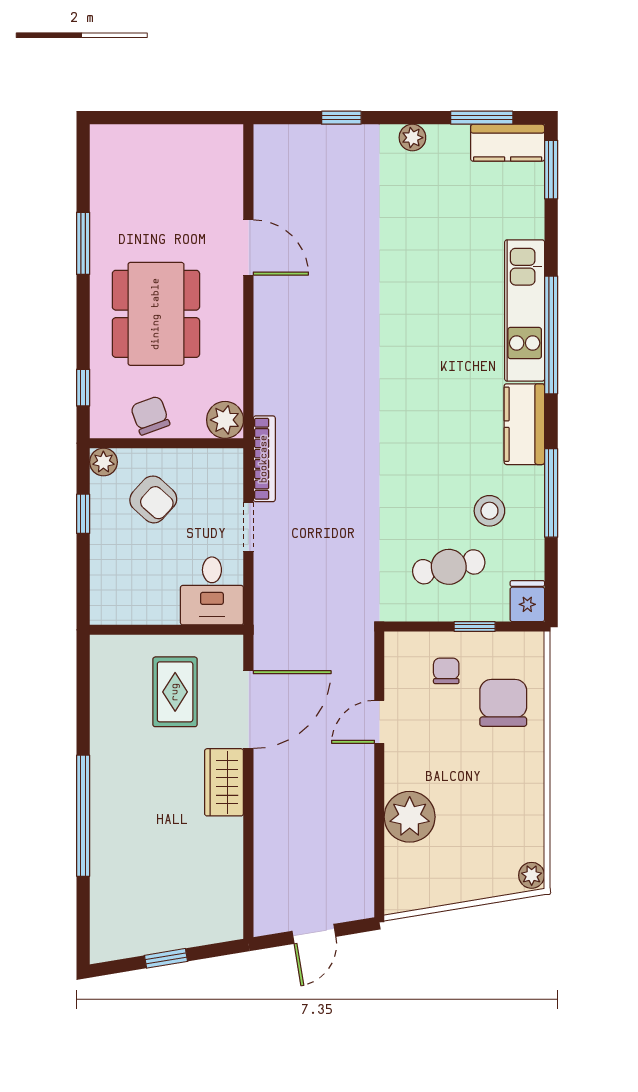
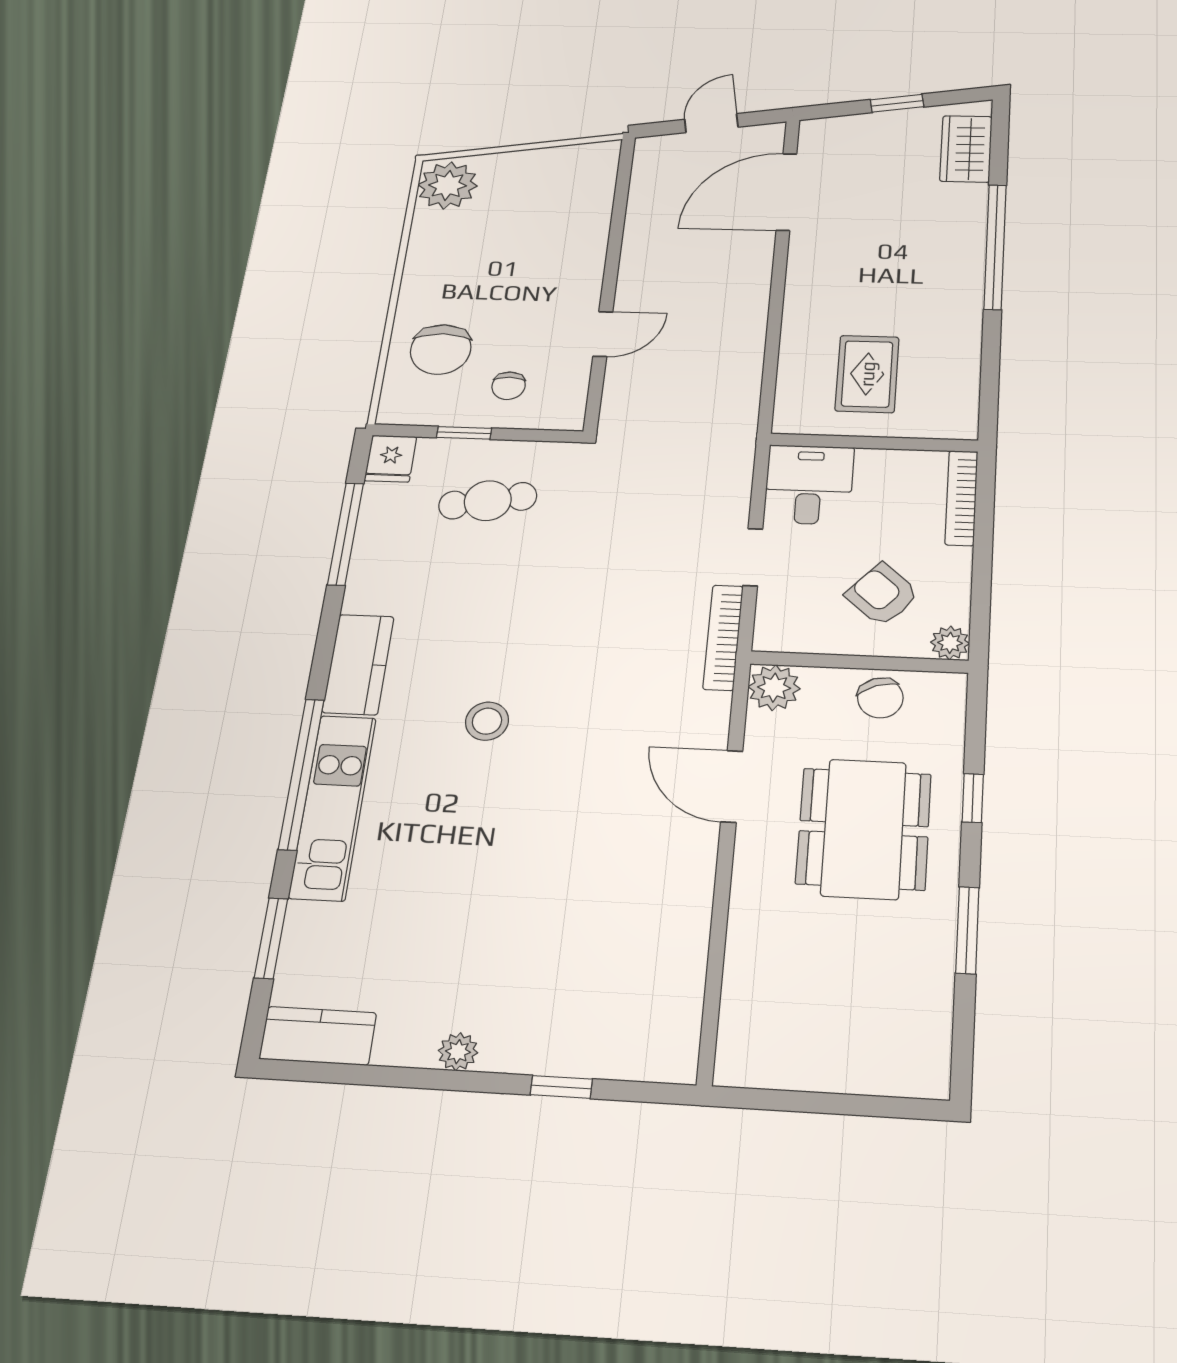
window: (482, 118) -> (350, 1074), removed
window: (551, 170) -> (271, 938), moved
door: (248, 247) -> (732, 786), moved
window: (83, 388) -> (973, 798), moved
window: (551, 493) -> (345, 534), moved
stool: (489, 511) -> (487, 721), moved
window: (83, 514) -> (982, 581), removed
bookcase: (100, 584) -> (961, 498), added
door: (248, 710) -> (786, 192), moved
wardrobe: (224, 782) -> (966, 149), moved, turned 180
plant: (410, 817) -> (578, 235), removed
plant: (532, 875) -> (448, 185), width x1.88, depth x1.88

